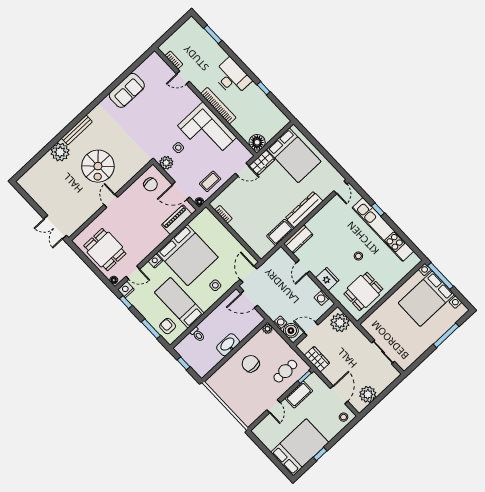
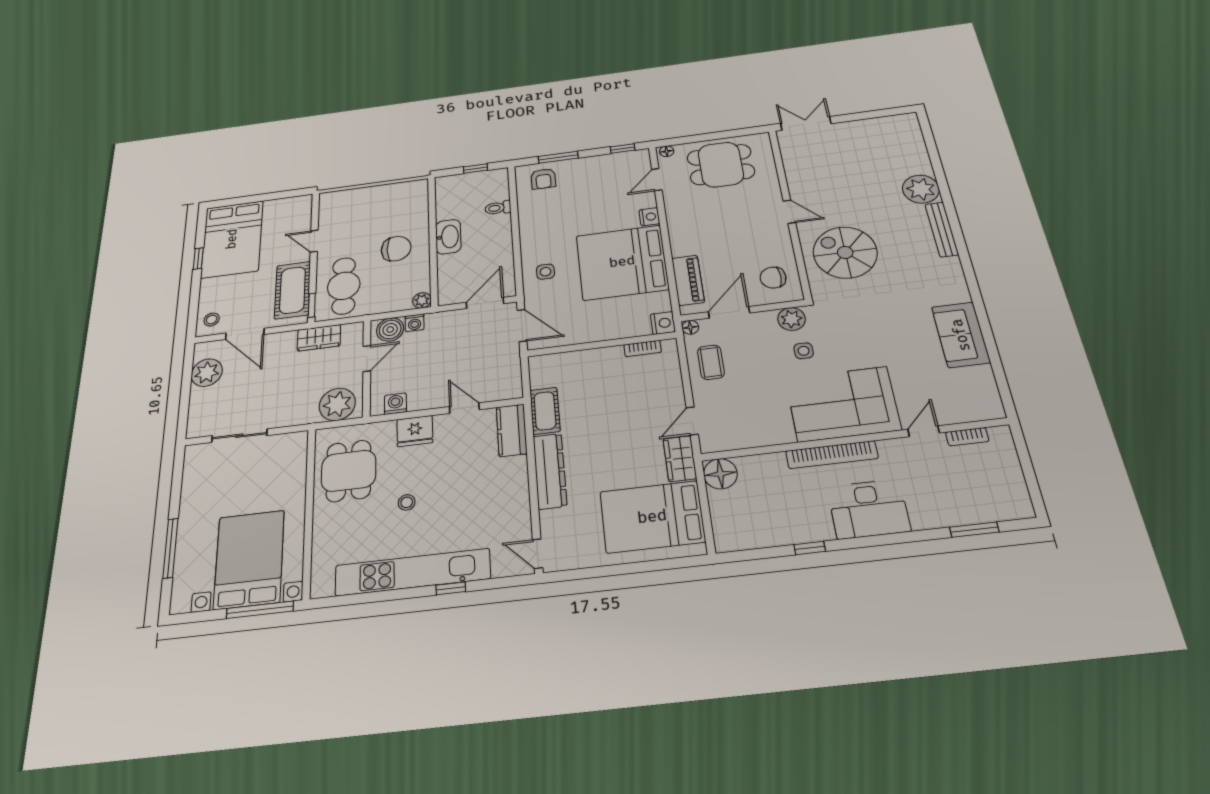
corner sofa: (207, 132) -> (843, 404), moved
spiral stairs: (98, 166) -> (845, 252), moved
nightstand: (126, 290) -> (663, 323), moved
bed: (179, 303) -> (562, 212), removed
armchair: (168, 326) -> (543, 179), turned 90
cafe table: (285, 371) -> (344, 286), width x1.37, depth x1.35
cot: (299, 395) -> (293, 290), width x1.37, depth x1.34

